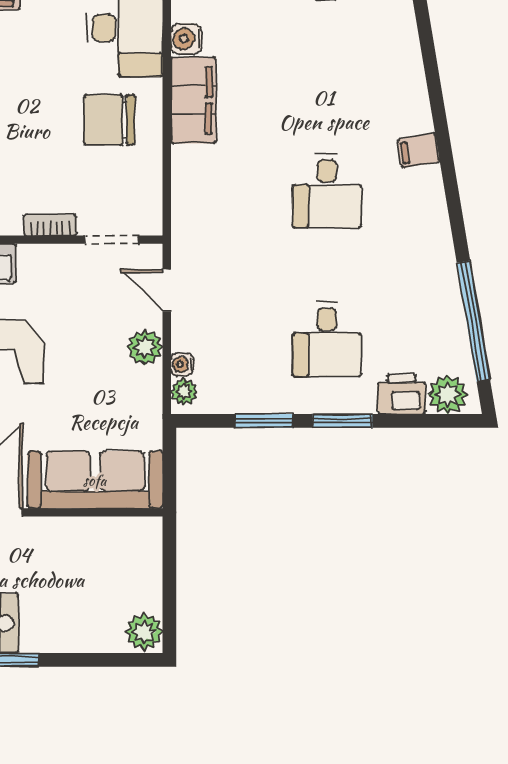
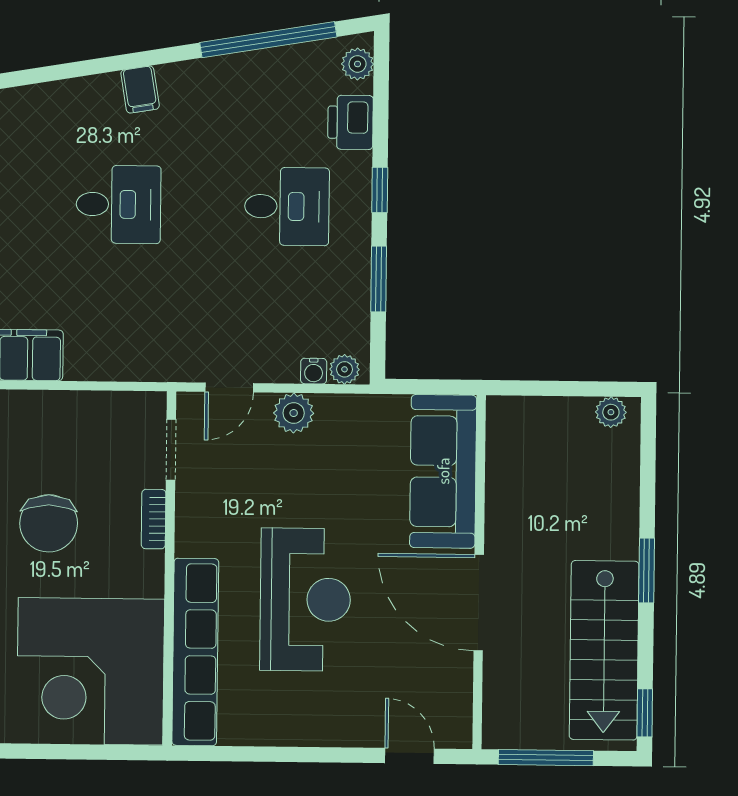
chair: (109, 120) -> (49, 523), moved
filing cabinet: (418, 151) -> (140, 90), moved
plant: (448, 395) -> (358, 64), width x0.73, depth x0.73
window: (342, 421) -> (380, 190), width x0.67
plant: (144, 632) -> (611, 412), width x0.73, depth x0.73

